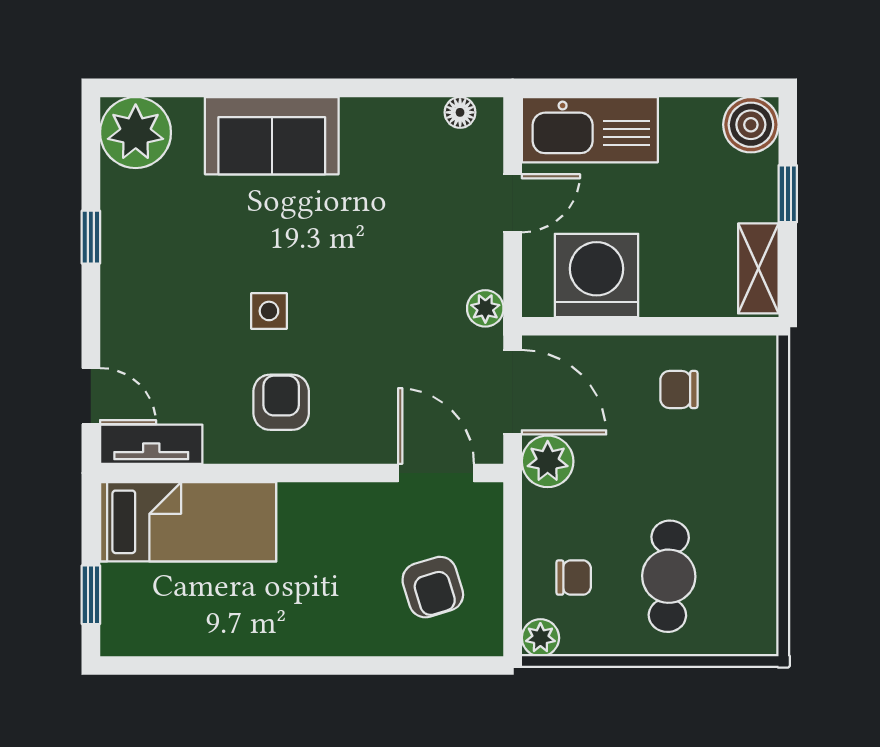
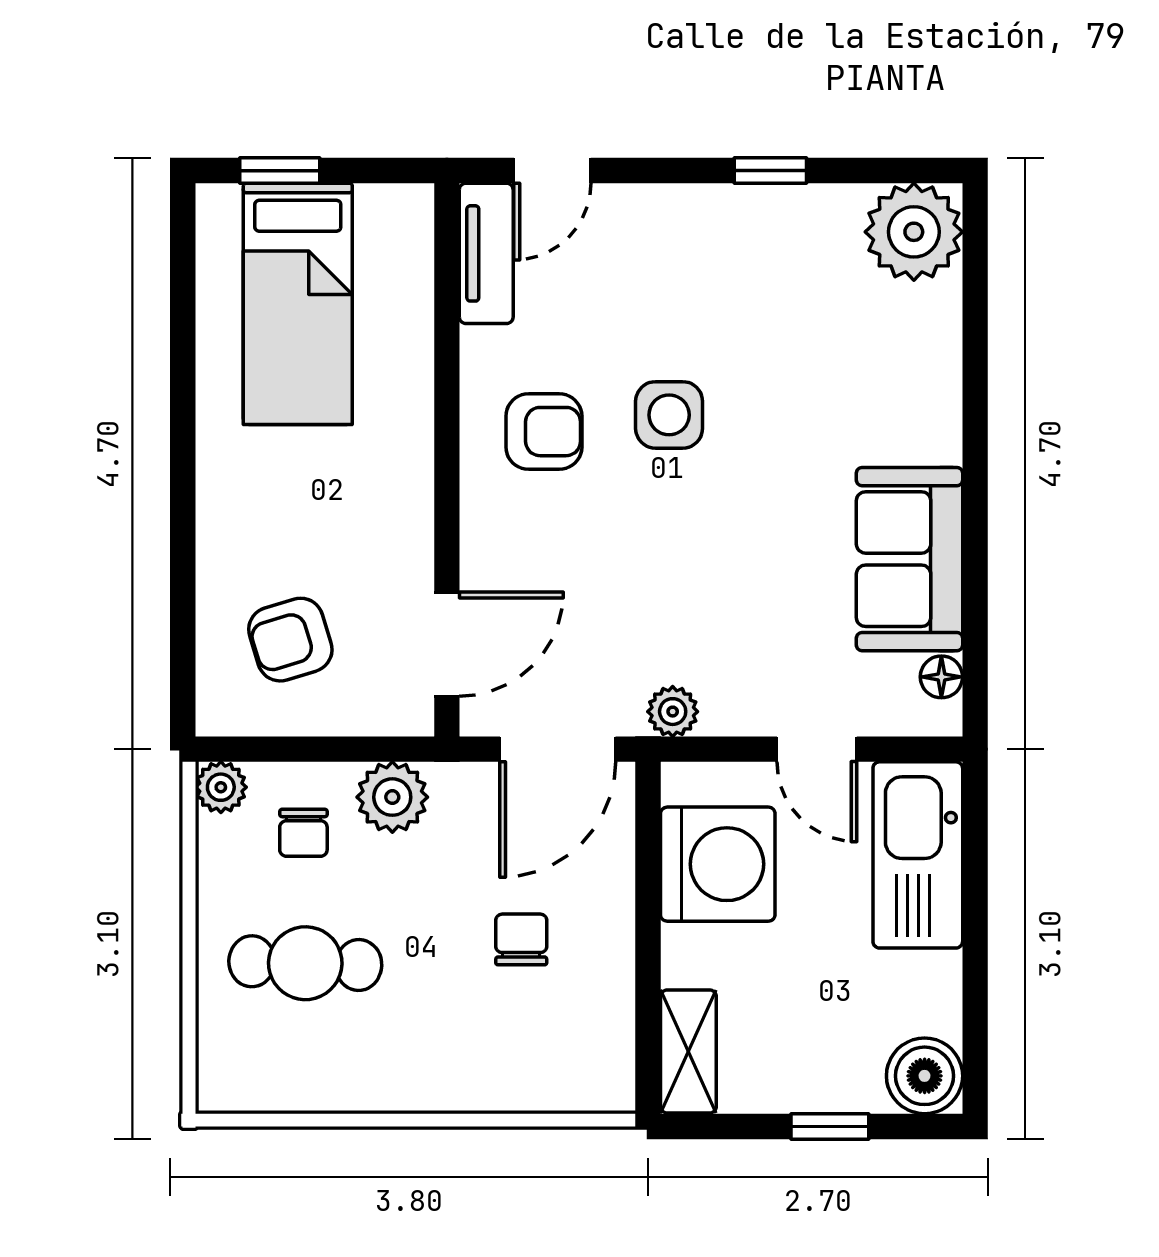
sofa: (272, 136) -> (909, 559), moved
shelving: (758, 268) -> (688, 1051), moved, turned 90
side table: (269, 311) -> (669, 415), width x1.37, depth x1.37
chair: (679, 389) -> (521, 939), moved
plant: (548, 461) -> (392, 797), moved
bed: (188, 522) -> (298, 304), moved

